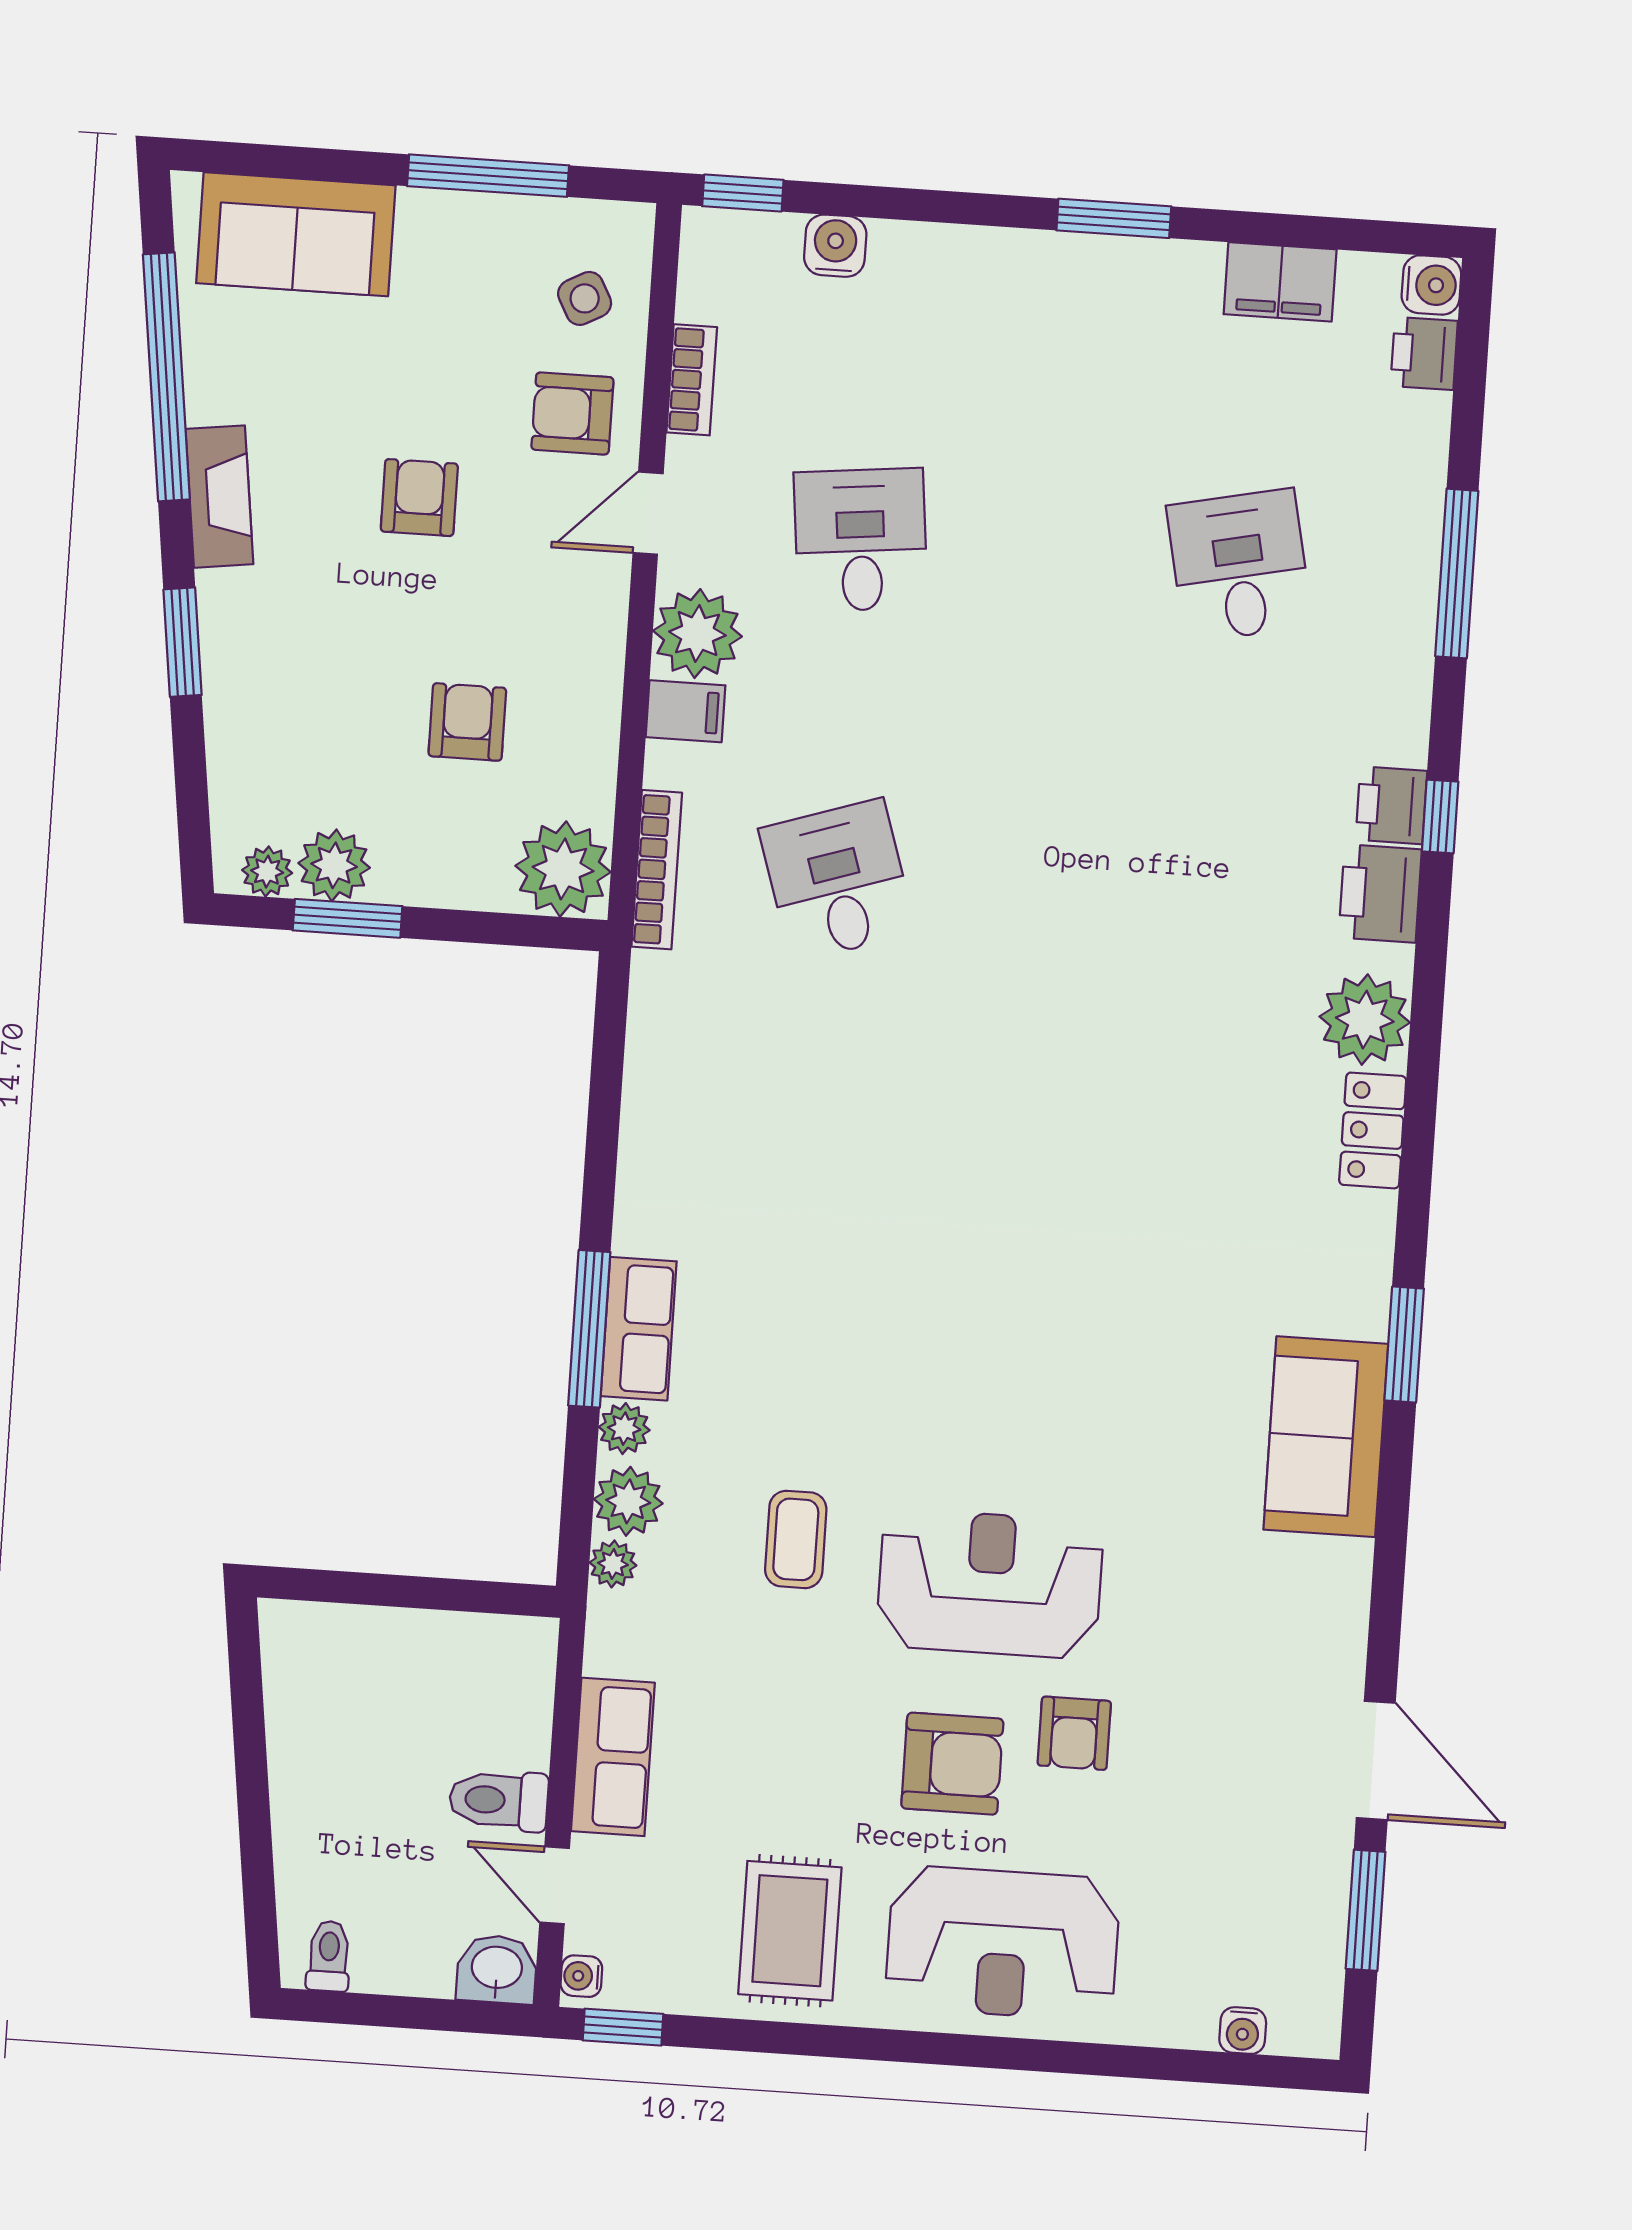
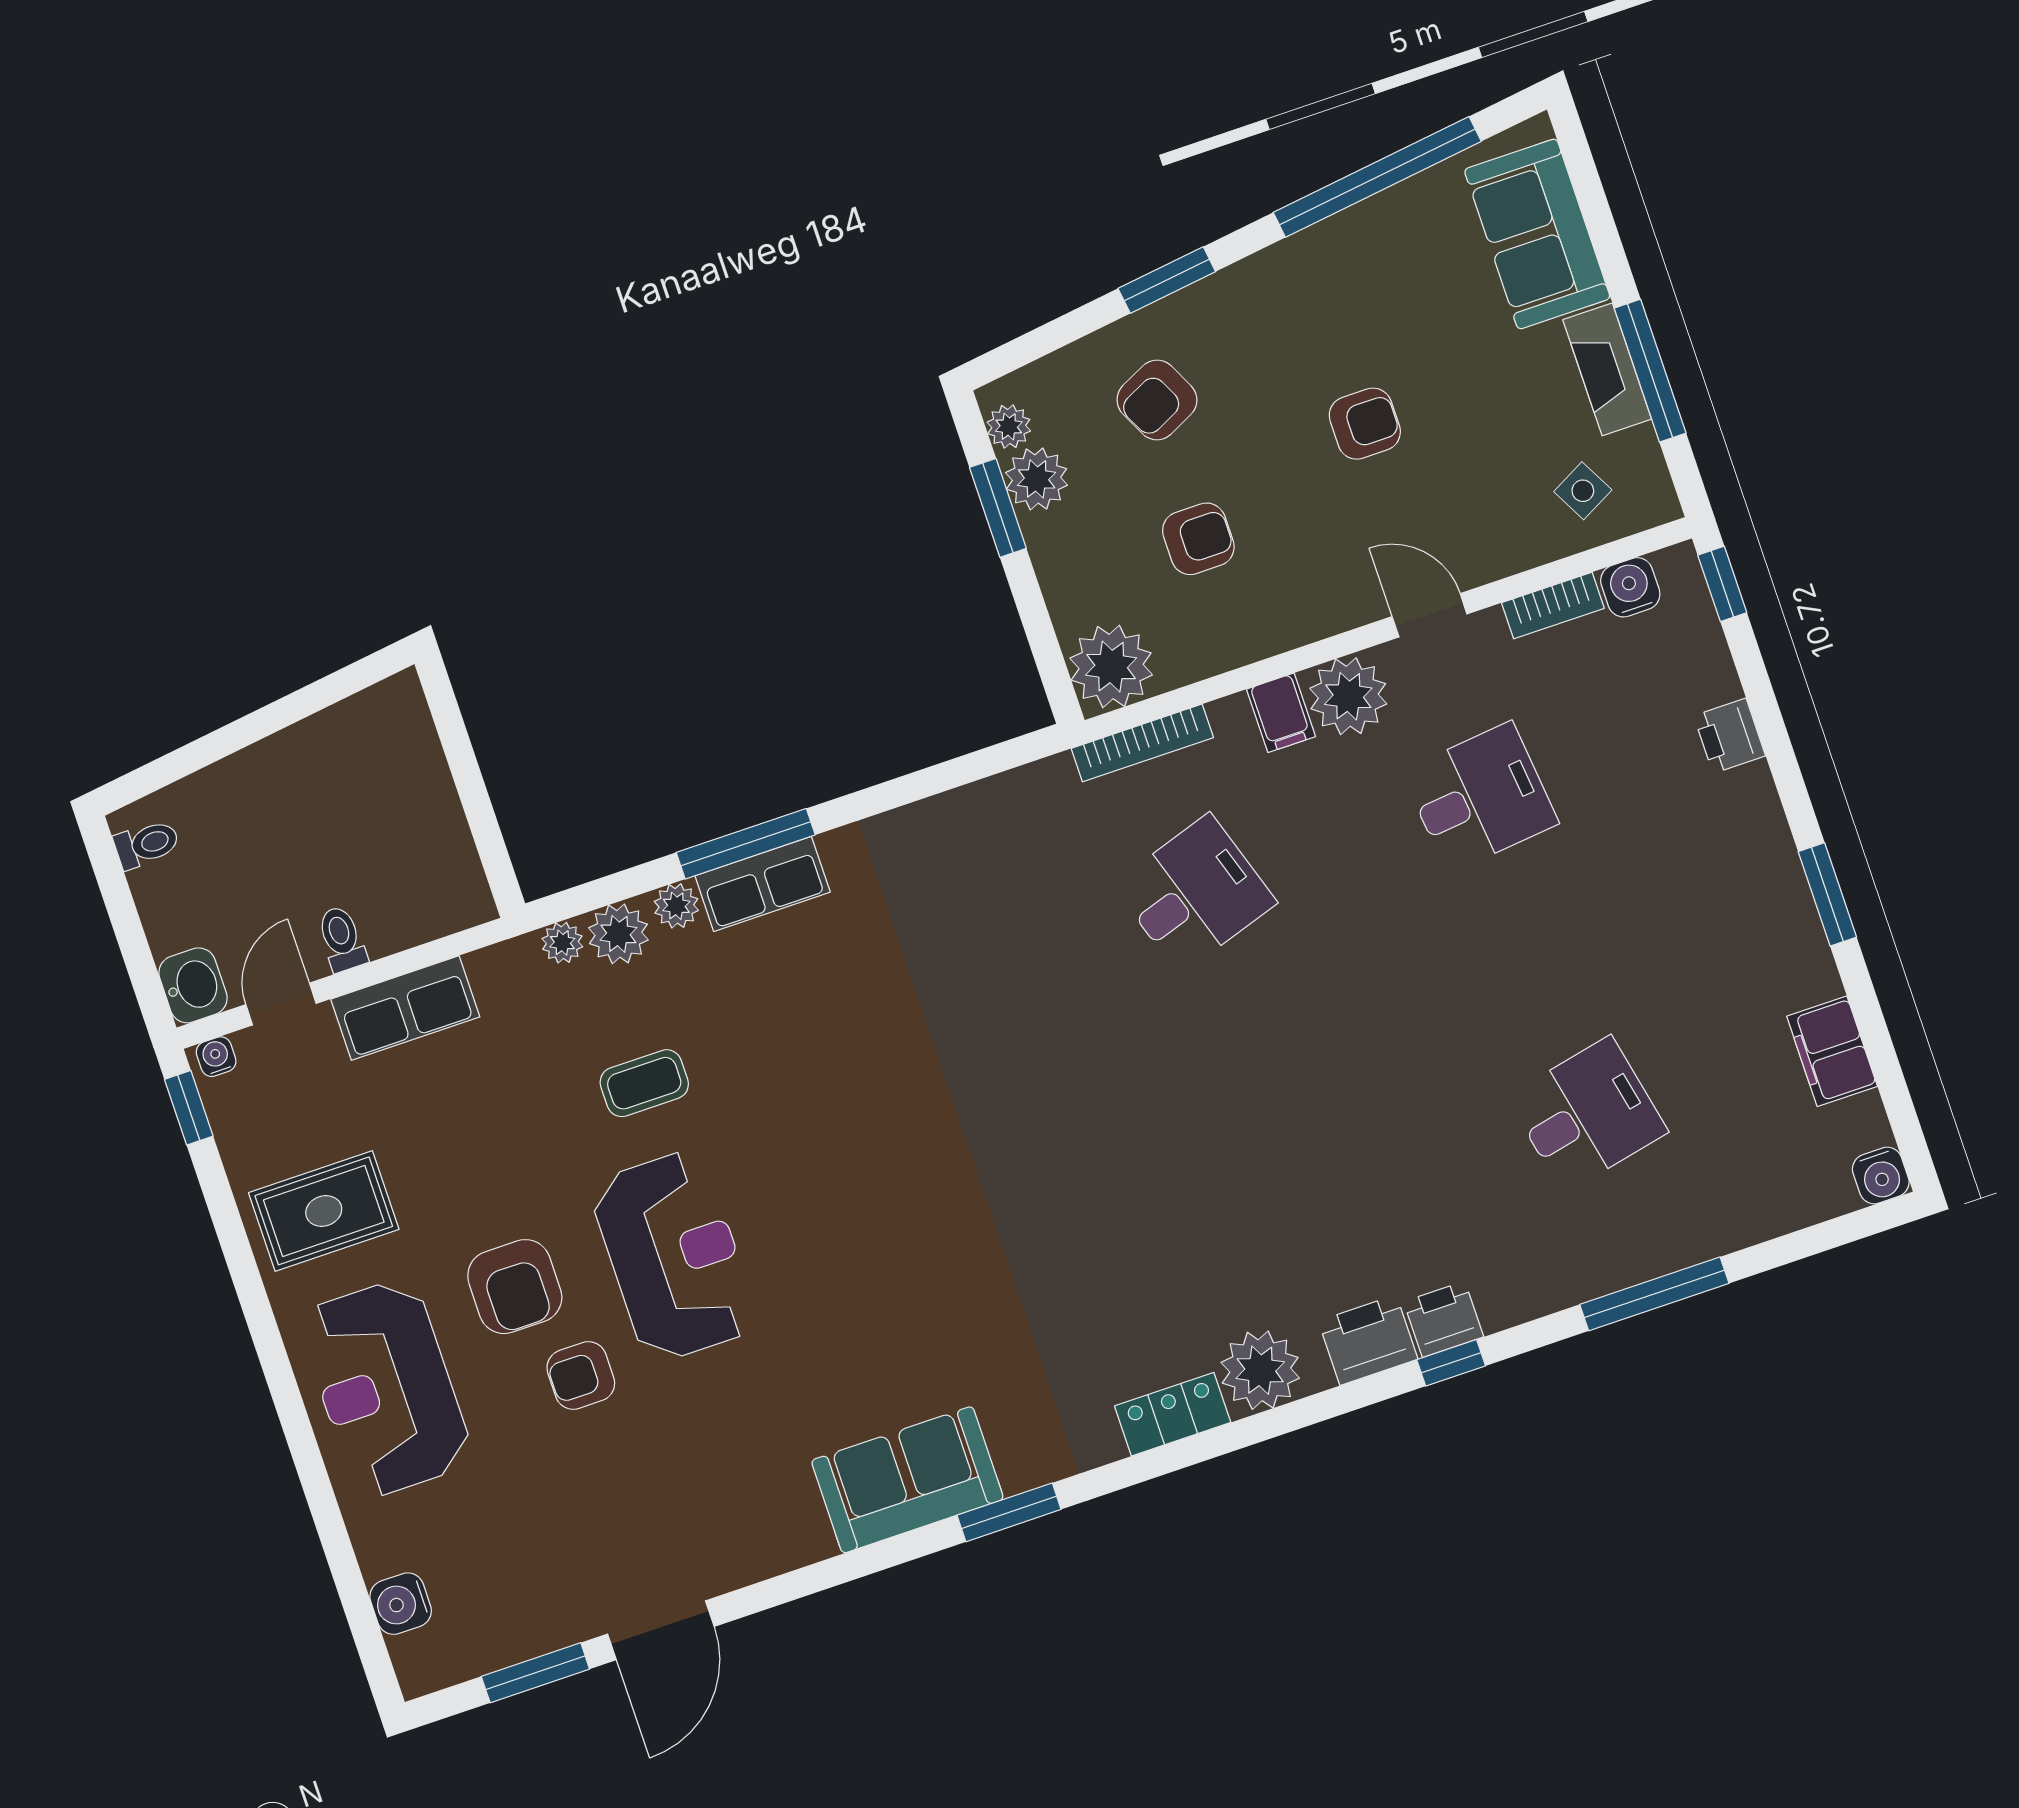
water cooler: (835, 246) -> (1630, 587), moved, turned -90
printer: (1424, 353) -> (1730, 736), moved, turned -90
armchair: (572, 413) -> (1157, 400), moved, turned -116
fireplace: (219, 497) -> (1607, 369), moved, turned 97
toilet: (499, 1800) -> (342, 939), width x0.73, depth x0.72
water cooler: (1243, 2031) -> (401, 1604), width x1.38, depth x1.38

